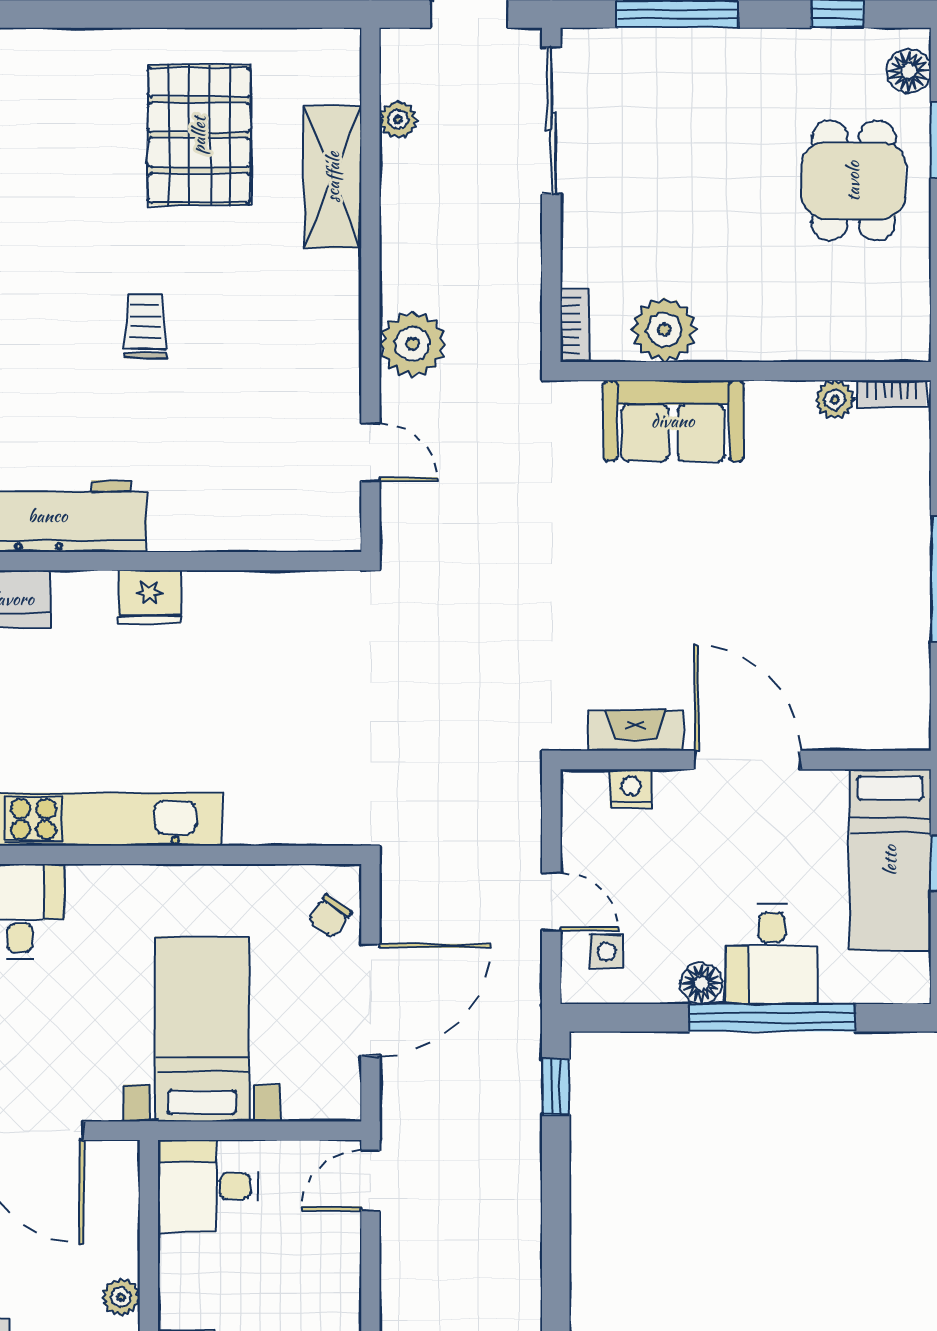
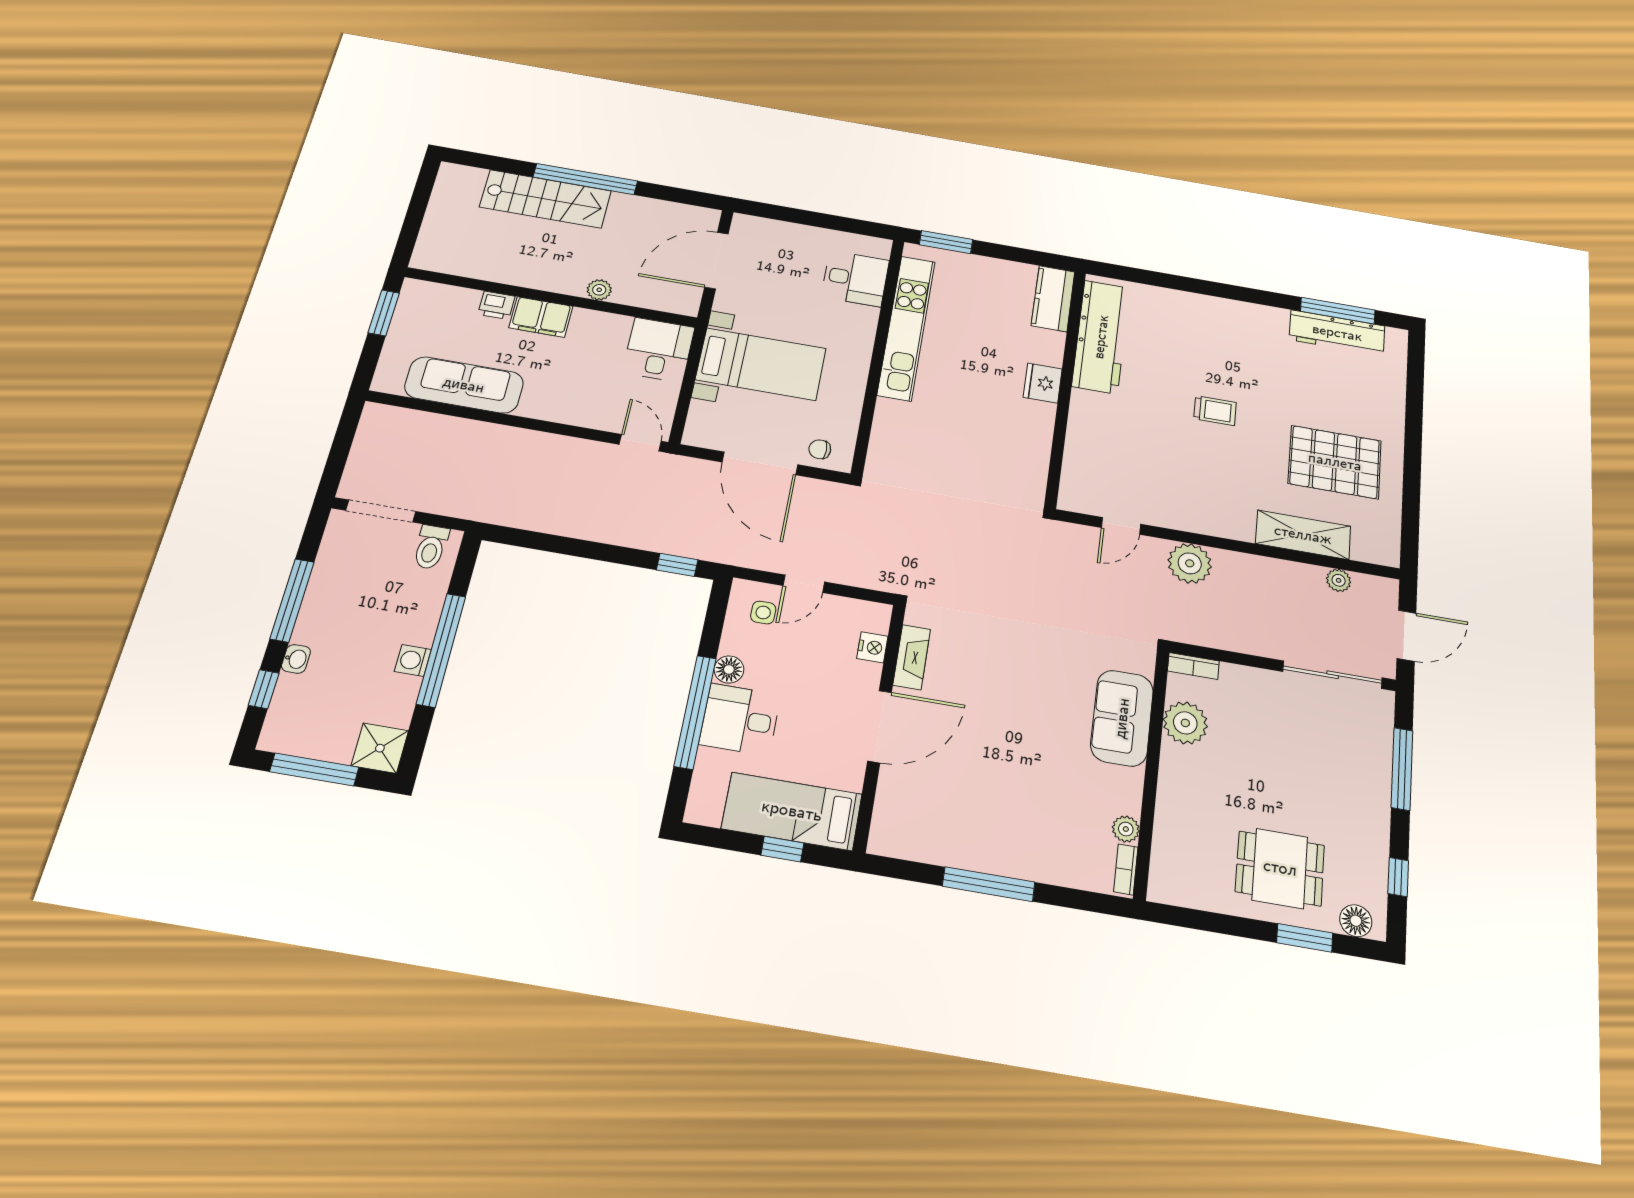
chair: (330, 916) -> (820, 449), turned -36

